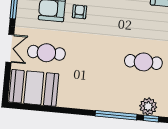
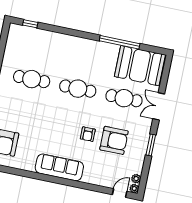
cafe table: (95, 57) -> (78, 89), added
plant: (148, 106) -> (32, 36), removed
window: (116, 115) -> (120, 42), moved

